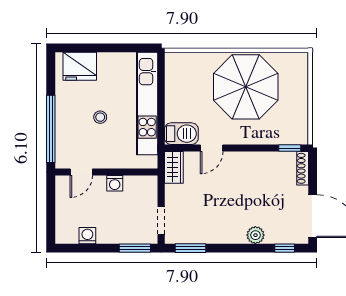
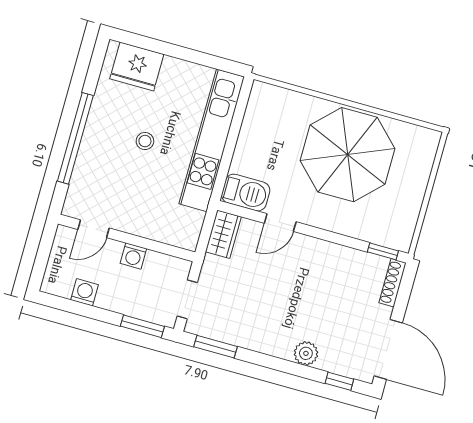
door: (81, 172) -> (93, 229), moved
wall: (106, 172) -> (127, 238), moved
washing machine: (115, 183) -> (133, 256), moved

